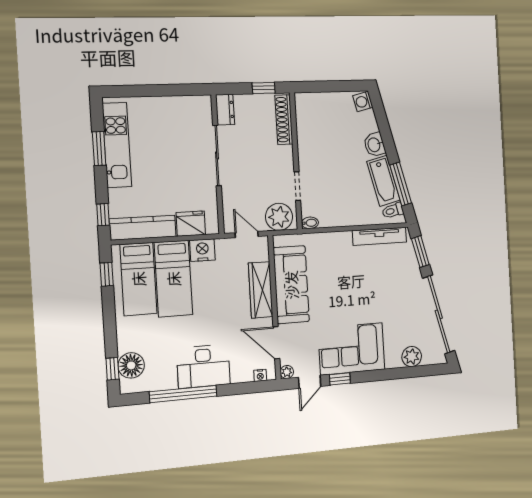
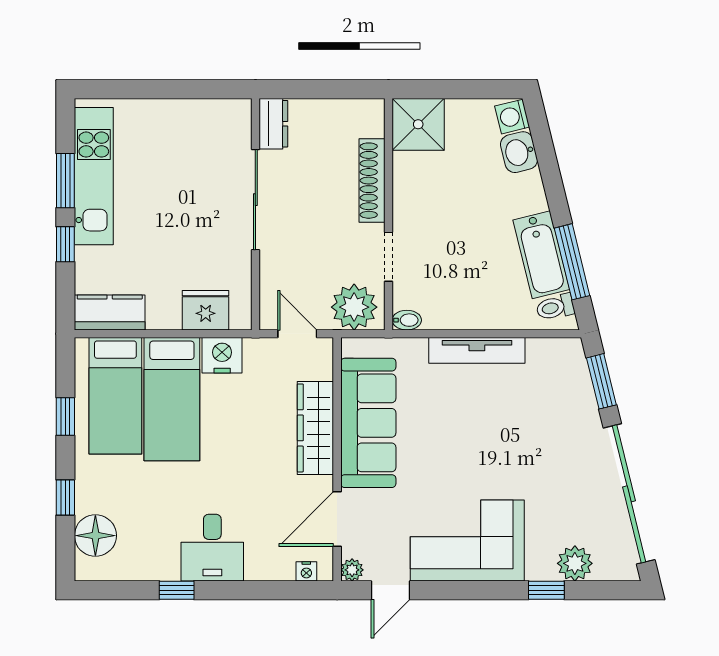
window: (264, 88) -> (340, 89), removed
shower: (310, 108) -> (418, 124), added
shoe rack: (284, 120) -> (372, 181), moved
washbasin: (374, 145) -> (519, 152), moved
window: (103, 215) -> (65, 244), moved
kitchen counter: (143, 228) -> (110, 312), width x0.67
tv unit: (379, 236) -> (477, 350), moved
window: (107, 274) -> (65, 417), moved
door: (276, 343) -> (337, 519), hinge flipped
desk: (203, 366) -> (212, 548), width x0.73
window: (112, 369) -> (65, 498), moved
window: (340, 379) -> (546, 590), moved
window: (183, 394) -> (177, 590), width x0.32

